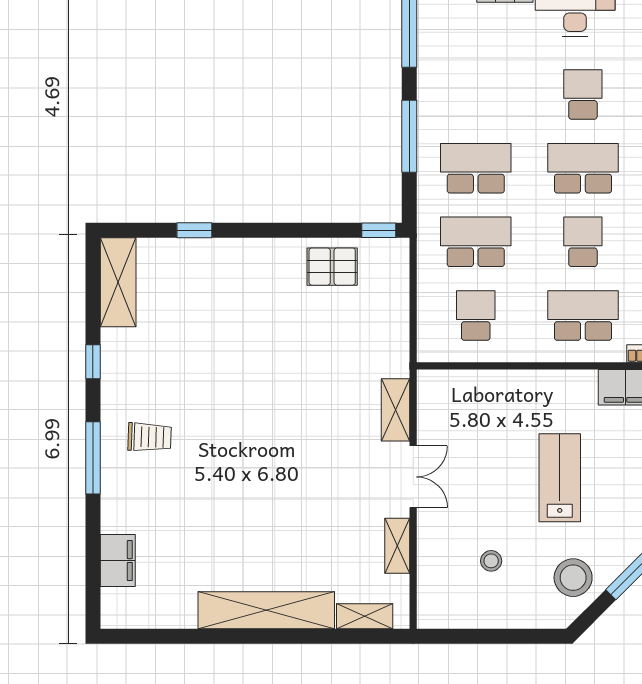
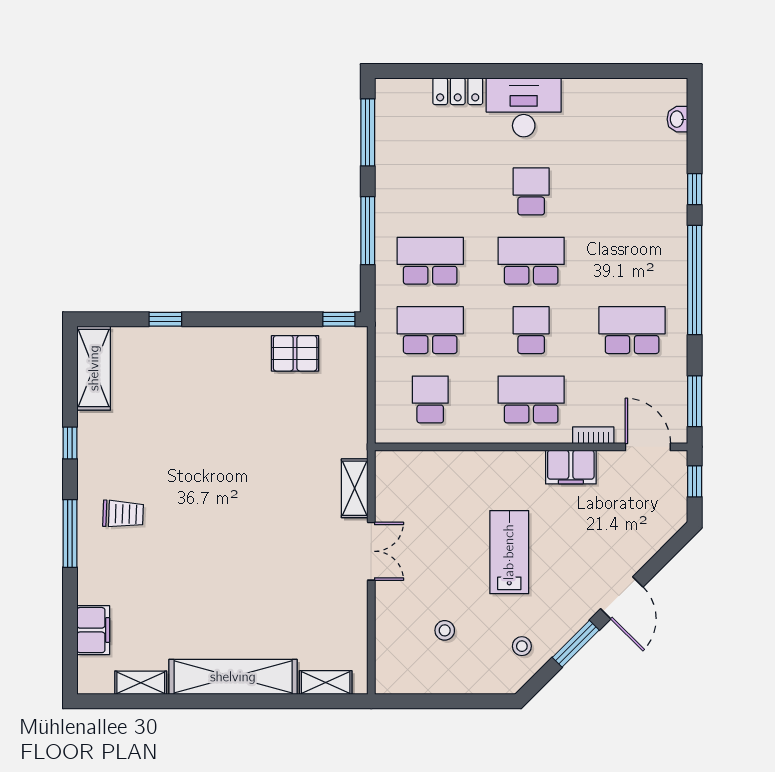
shelving: (397, 546) -> (141, 683), moved, turned 90
stool: (573, 578) -> (522, 646), width x0.53, depth x0.53

